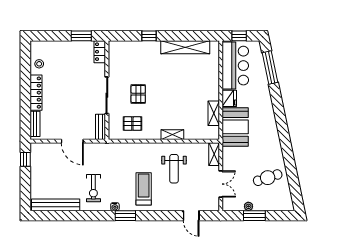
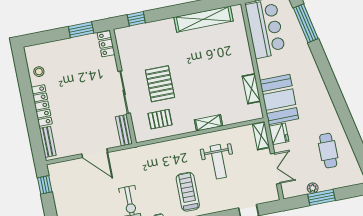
window: (149, 36) -> (136, 19), moved
pallet: (138, 94) -> (160, 84), width x1.50, depth x1.42
fridge: (229, 98) -> (279, 134), moved
cafe table: (268, 178) -> (328, 151), turned -72

